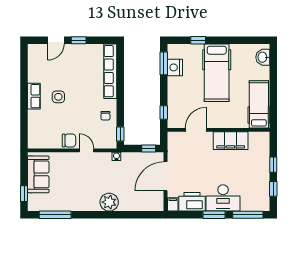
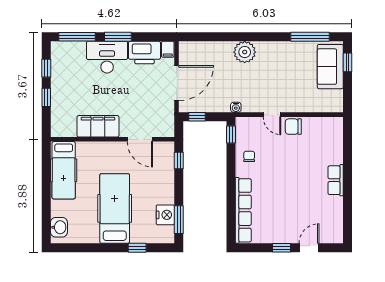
side table: (58, 97) -> (306, 179), removed
door: (196, 130) -> (140, 139), hinge flipped
sofa: (38, 174) -> (330, 67), moved

